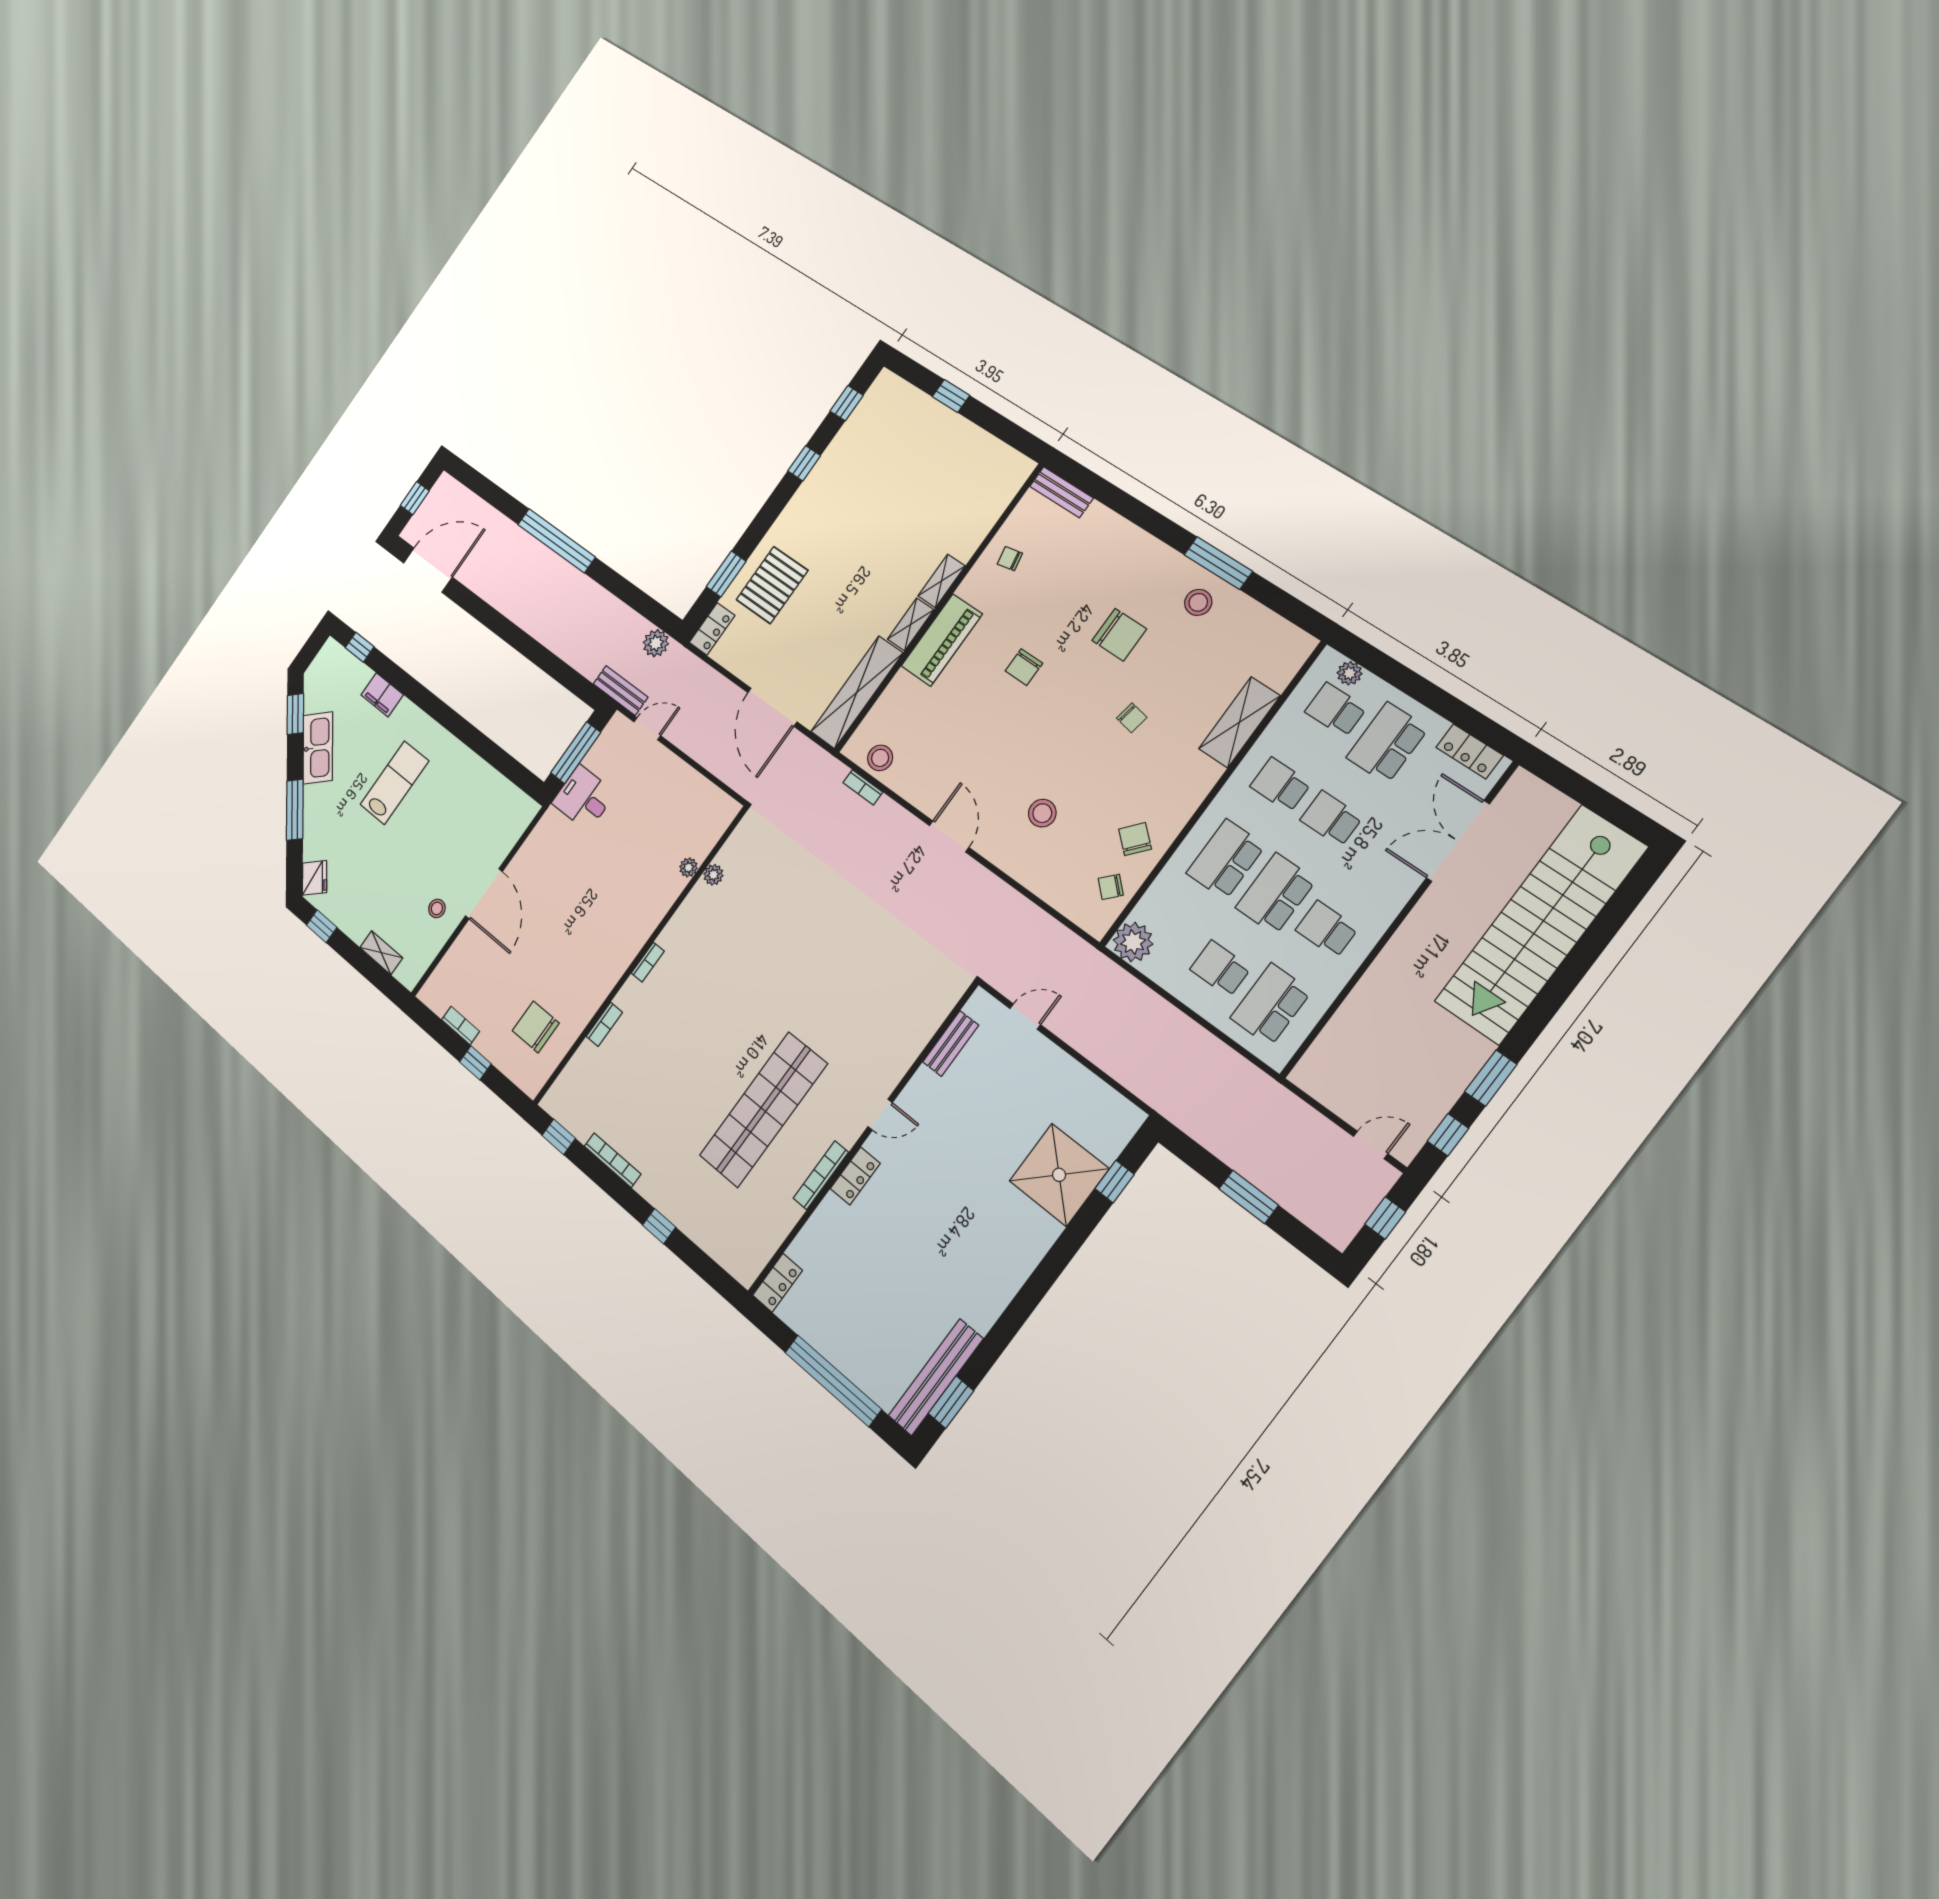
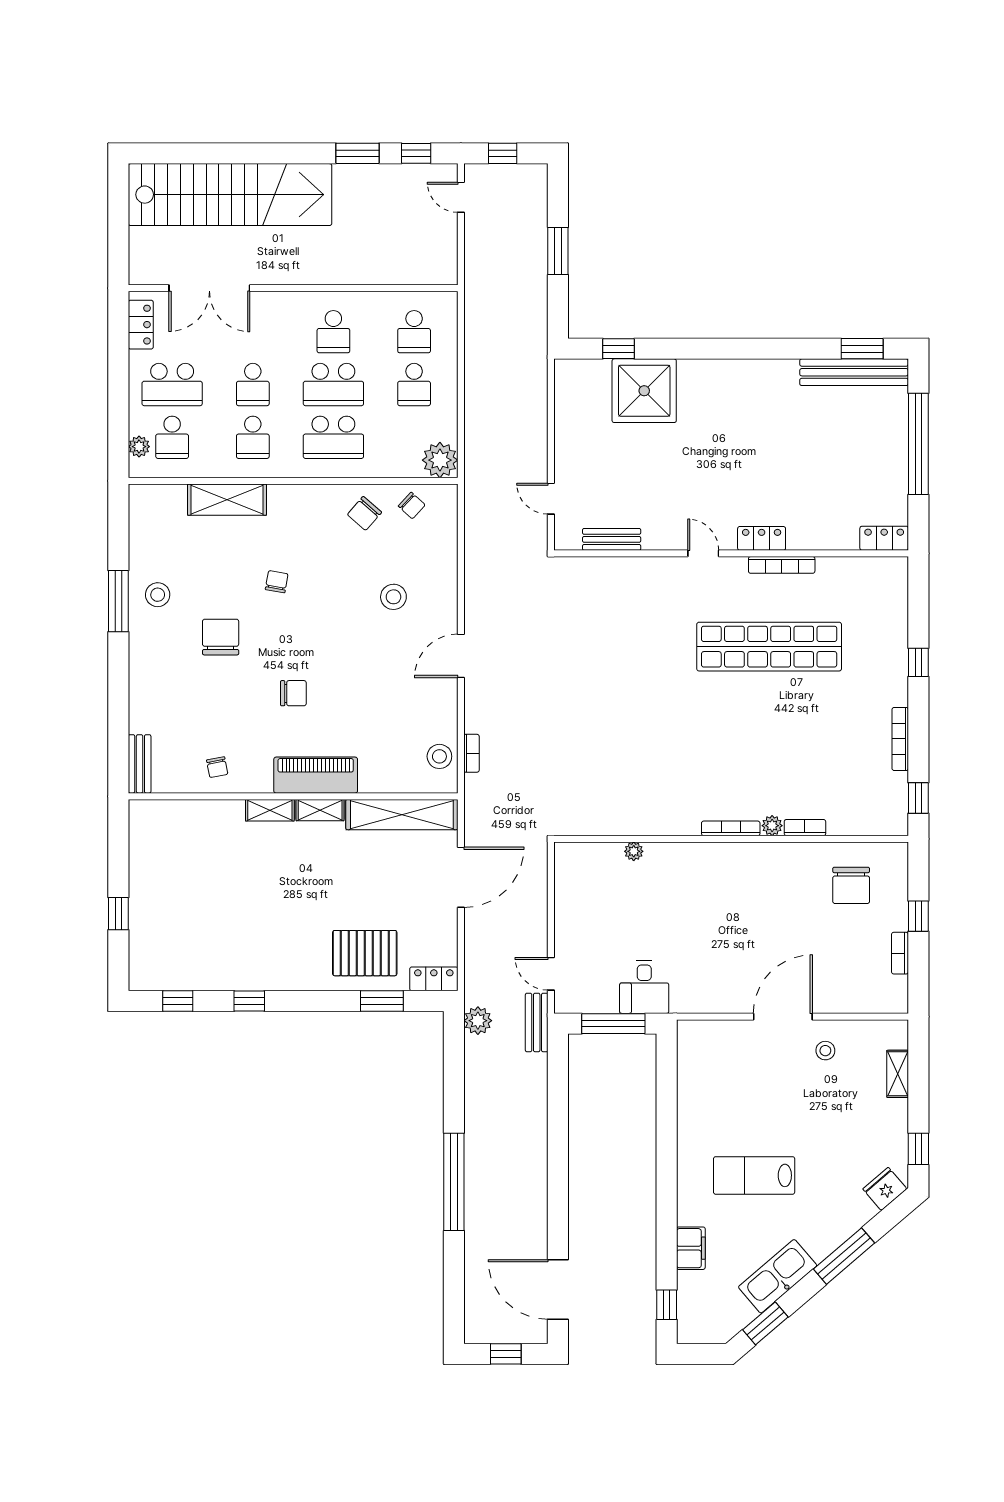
plant: (713, 875) -> (772, 826), moved
bookcase: (648, 962) -> (731, 828), width x1.56
school desk: (1271, 1005) -> (414, 332), width x0.54

